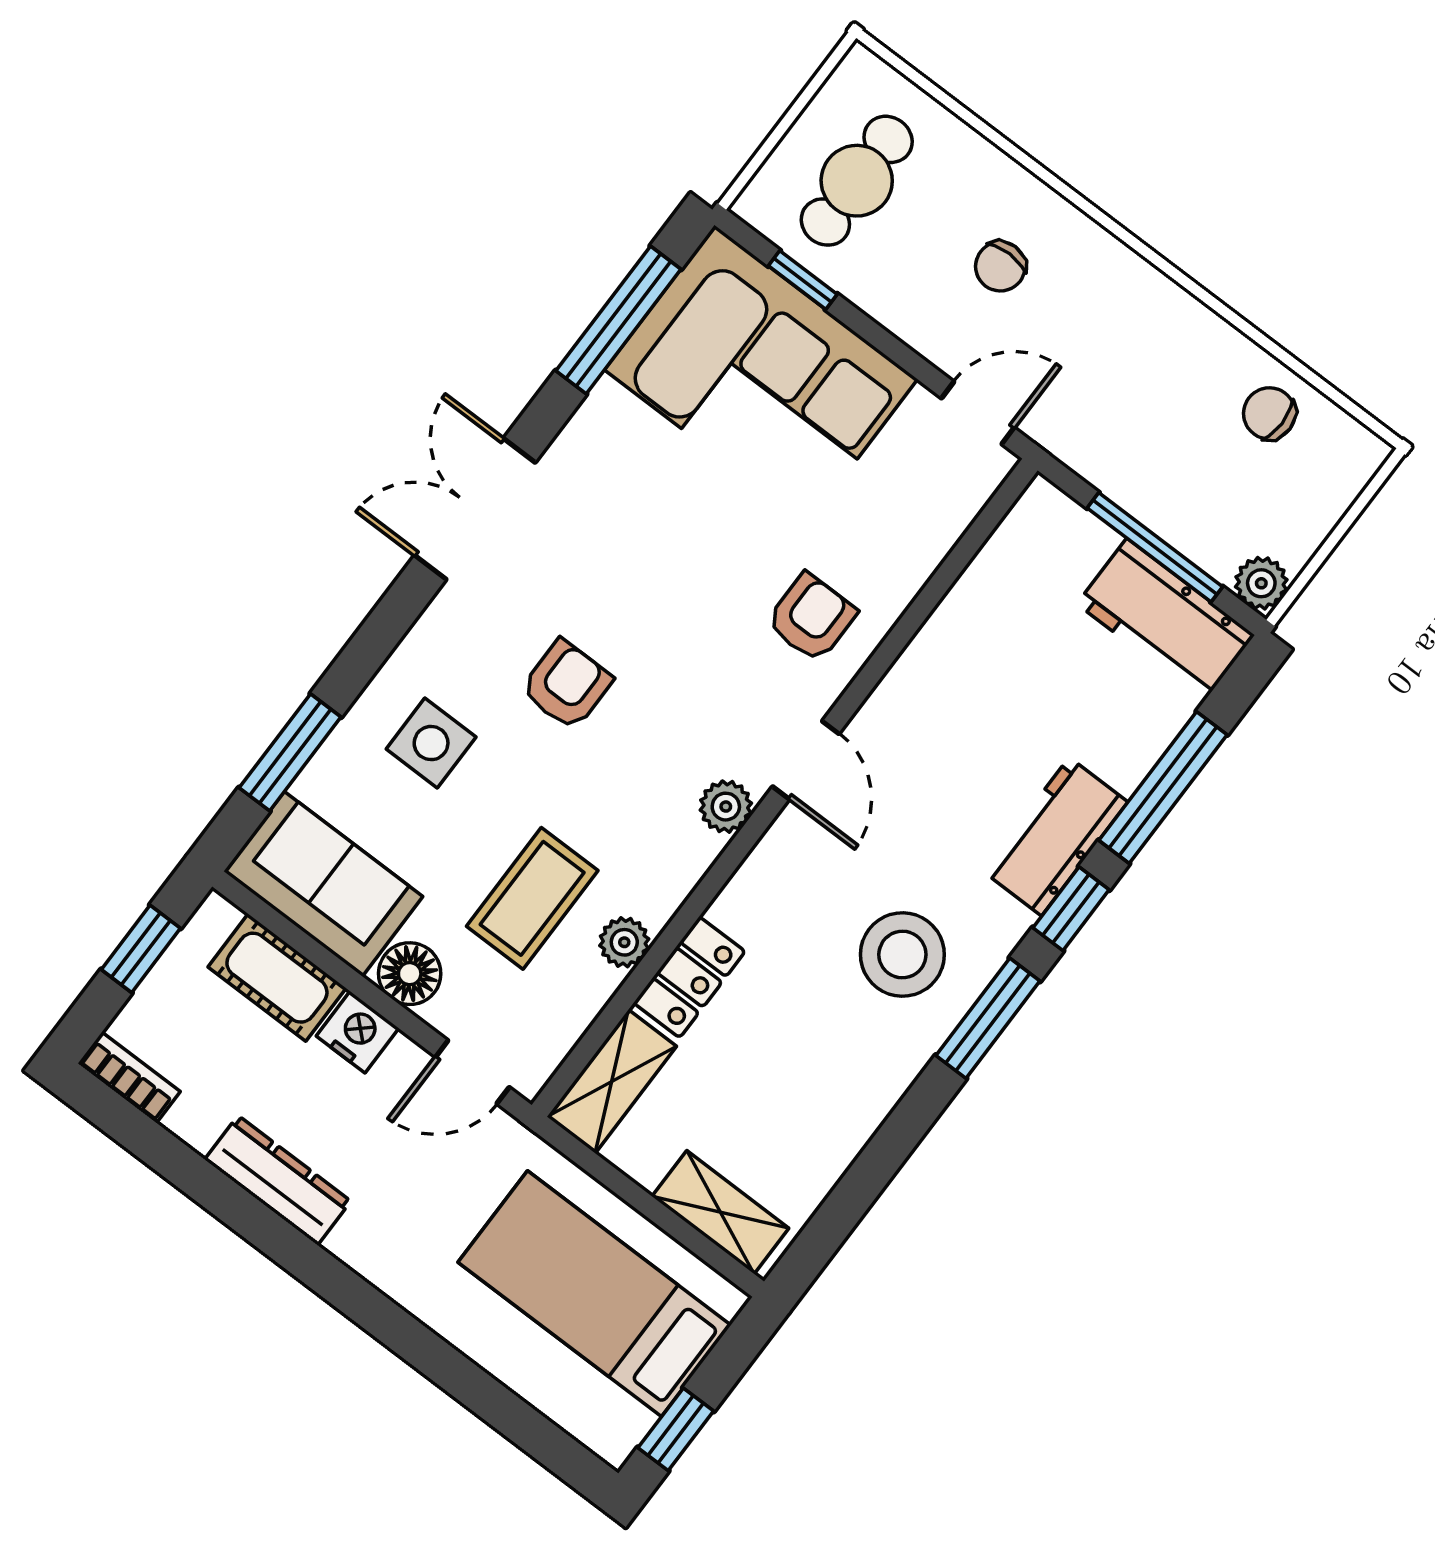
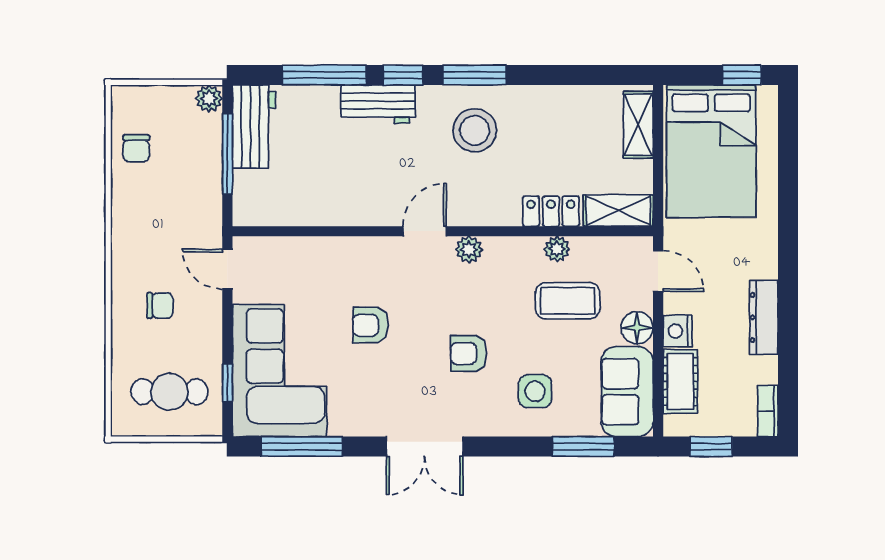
armchair: (811, 618) -> (371, 325), moved
bed: (594, 1294) -> (711, 151), width x1.50

